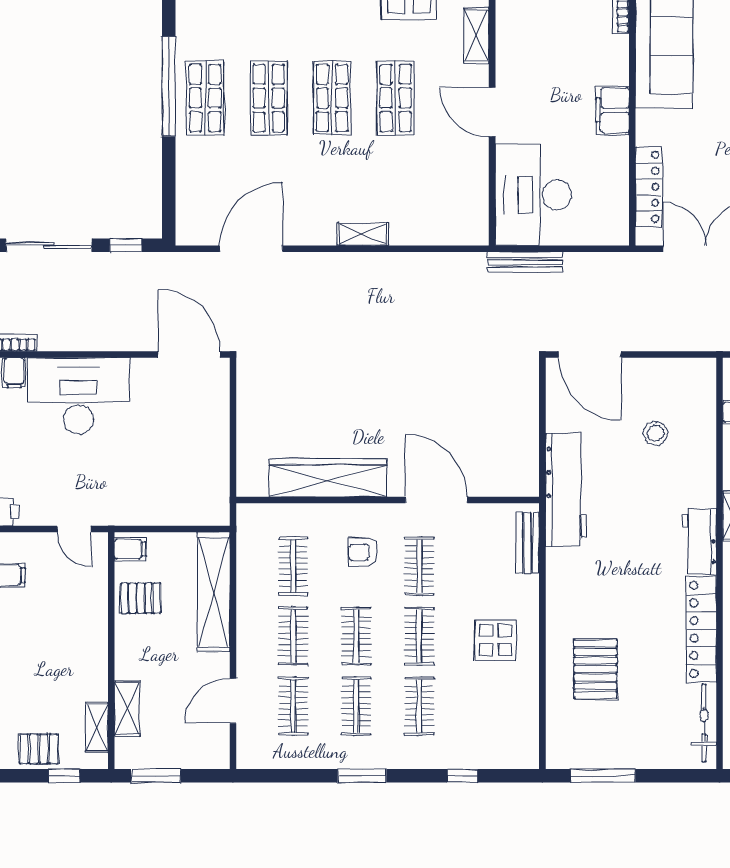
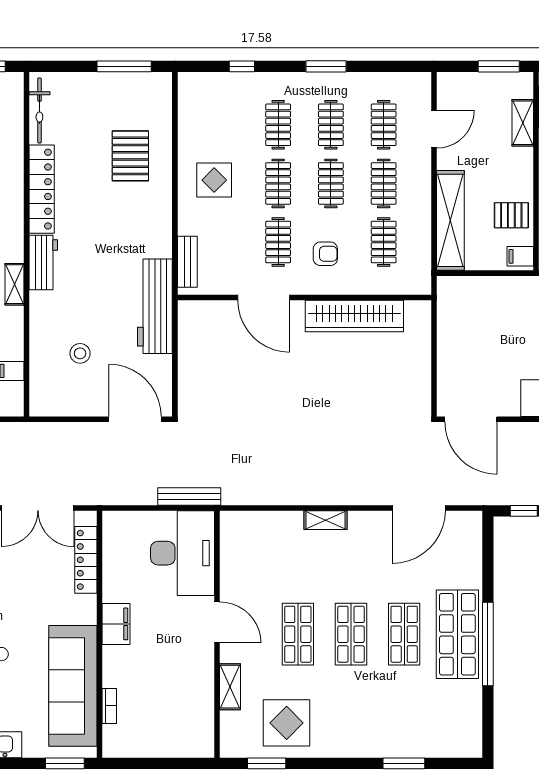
shop shelf: (205, 98) -> (457, 634), width x1.43, depth x1.36

